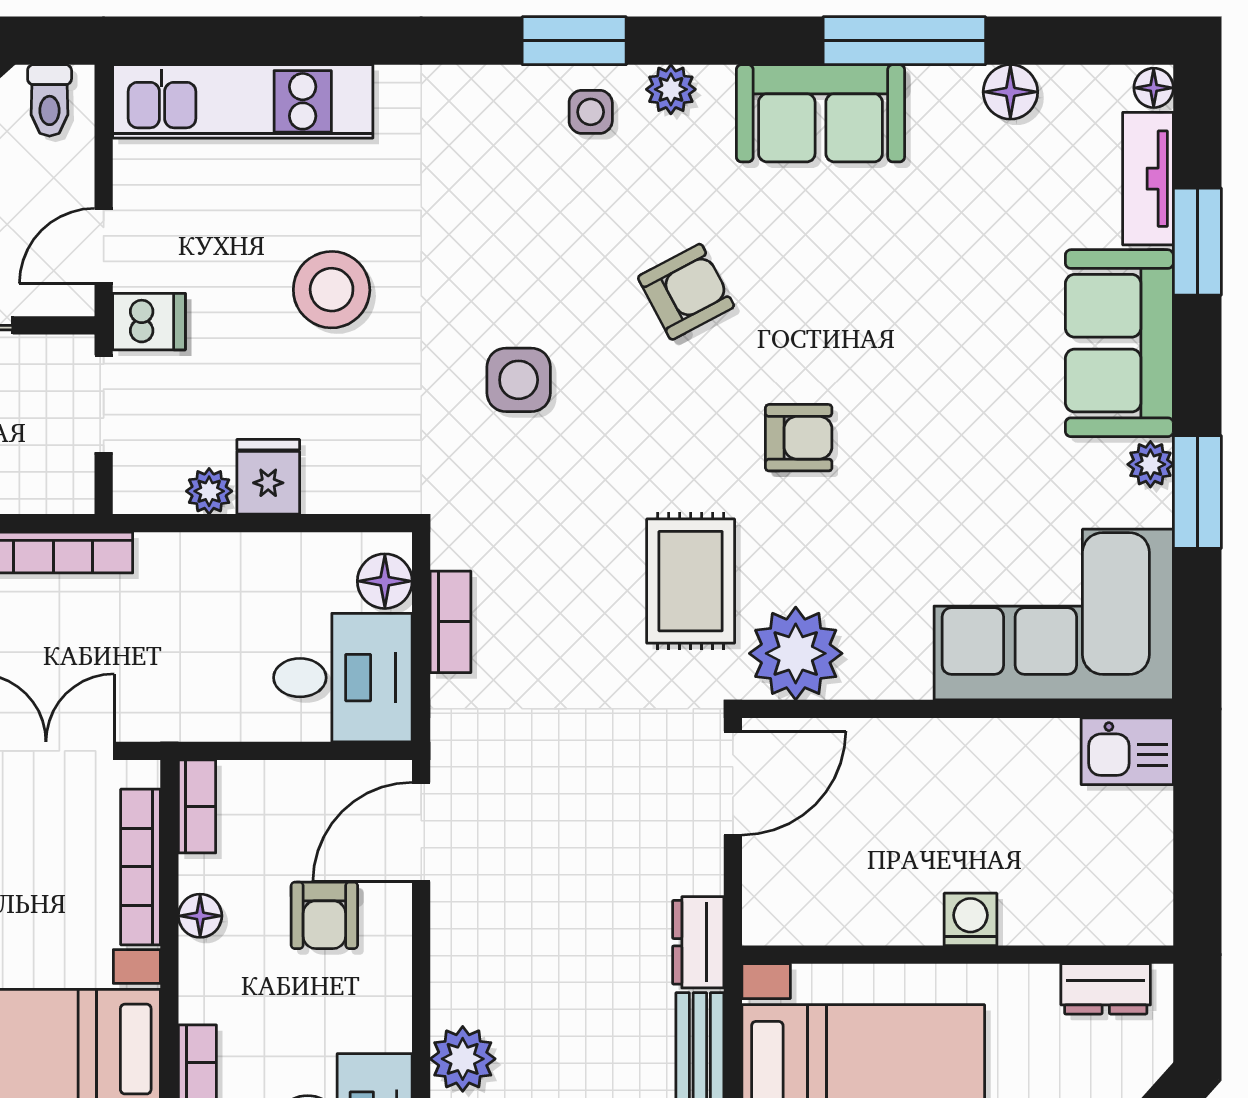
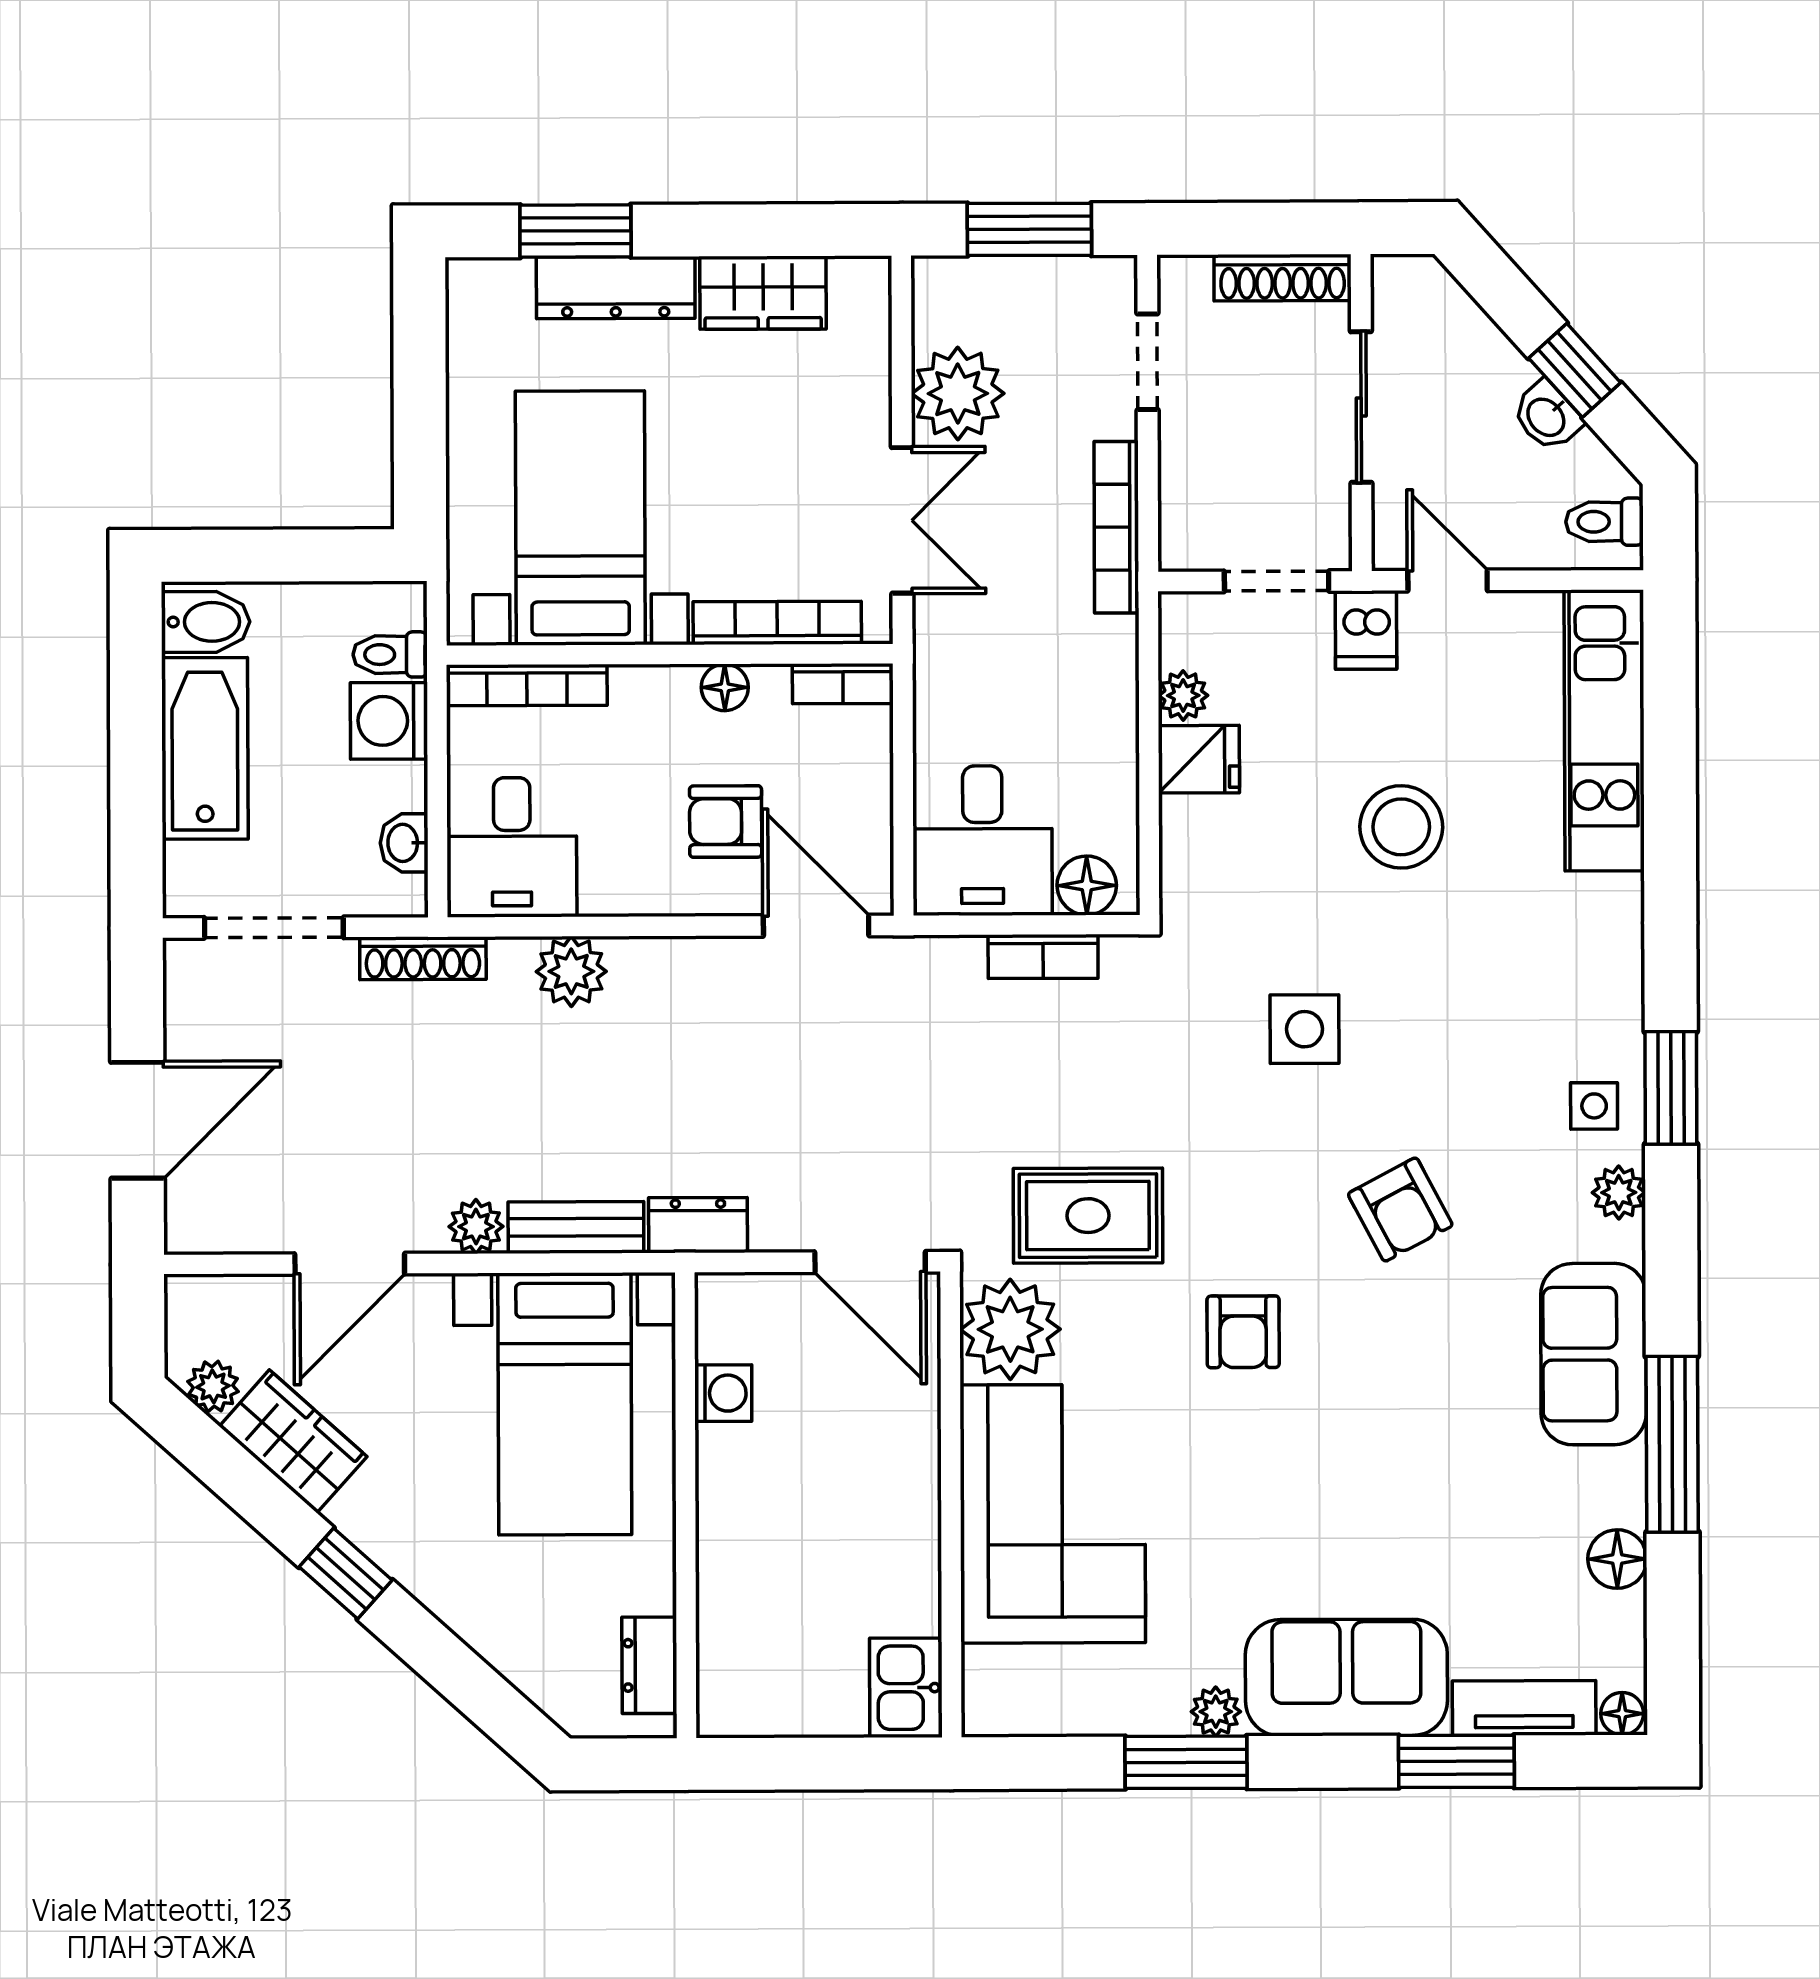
corner sofa: (1054, 615) -> (1053, 1514), moved
washing machine: (970, 919) -> (723, 1393), moved

